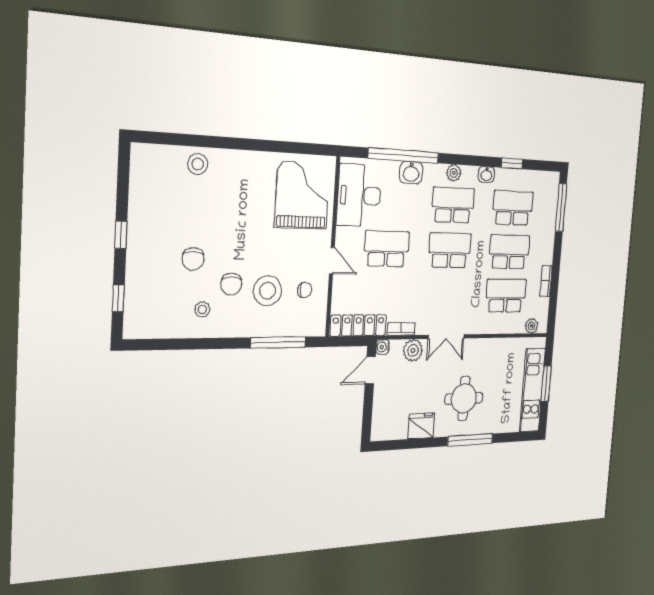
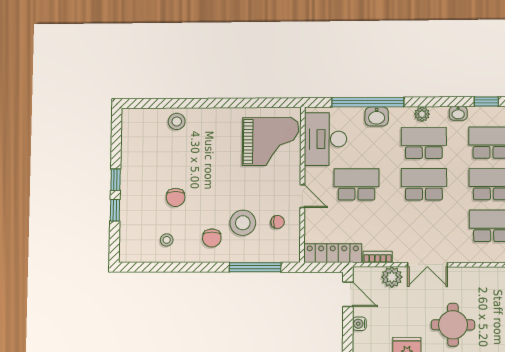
grand piano: (302, 195) -> (271, 141), turned 90
chair: (231, 284) -> (212, 238), moved
window: (118, 298) -> (115, 210), moved
stool: (202, 309) -> (167, 240), moved
water cooler: (383, 347) -> (359, 324), moved
door: (370, 370) -> (348, 294), swing flipped

